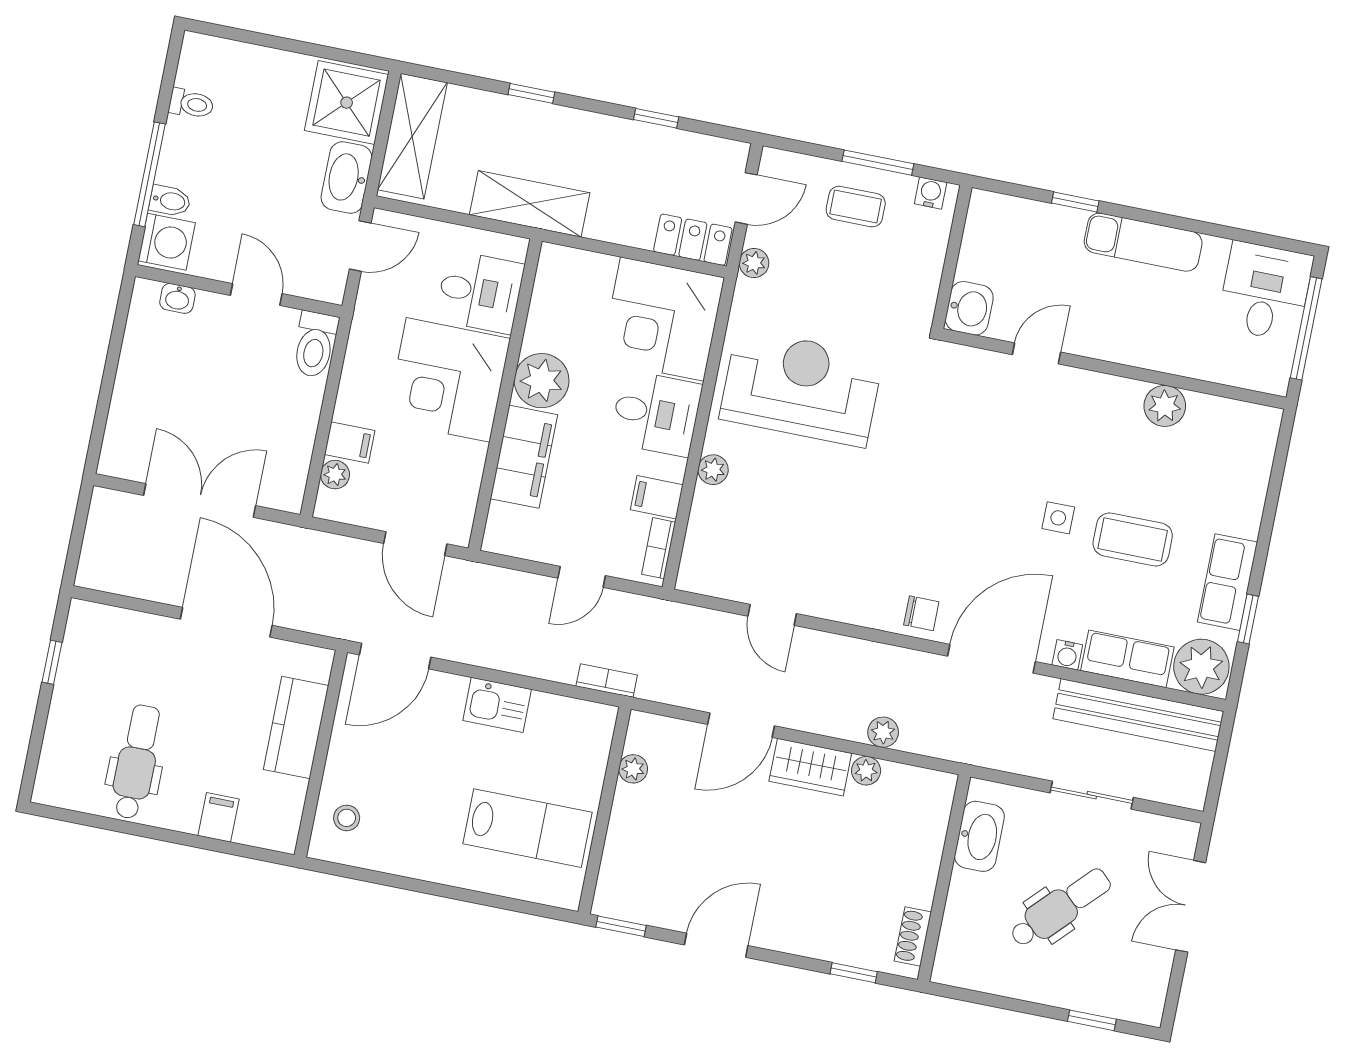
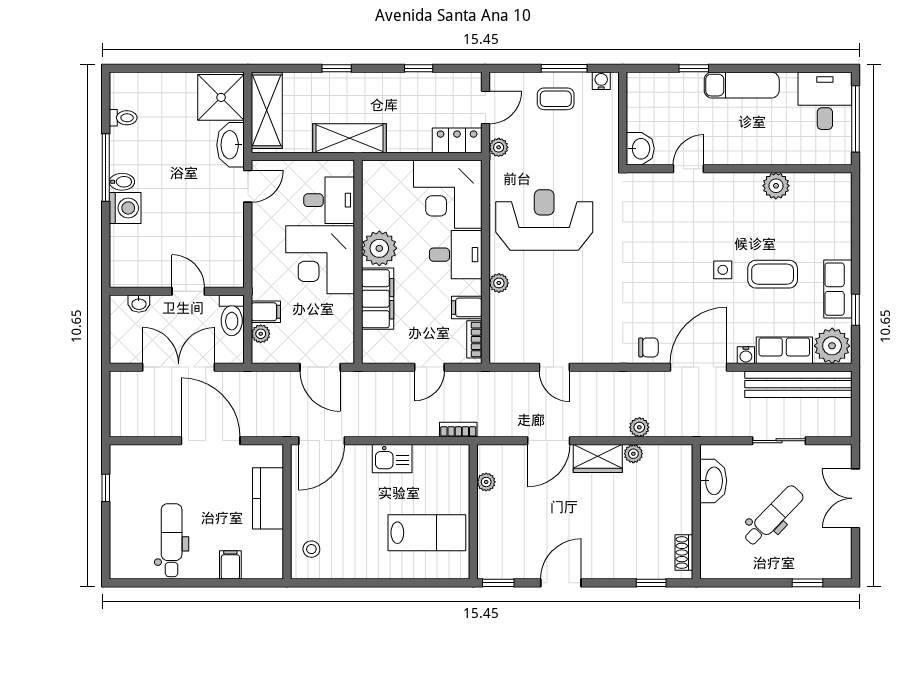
wall: (239, 291) -> (177, 291), moved
door: (256, 294) -> (188, 291), moved
washbasin: (177, 298) -> (139, 304), moved
toilet: (315, 344) -> (232, 315), moved

